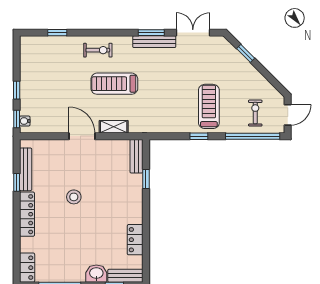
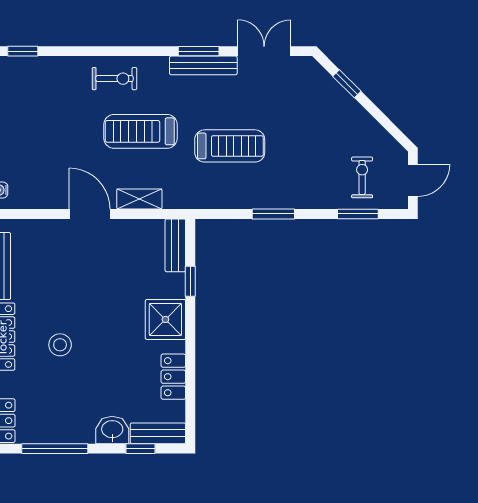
window: (57, 33) -> (23, 51), moved
treadmill: (209, 106) -> (230, 146), moved, turned 90
window: (199, 136) -> (273, 214), width x1.50
window: (253, 136) -> (358, 214), width x0.47
stool: (74, 197) -> (60, 345), moved
shower: (130, 203) -> (165, 319), added

